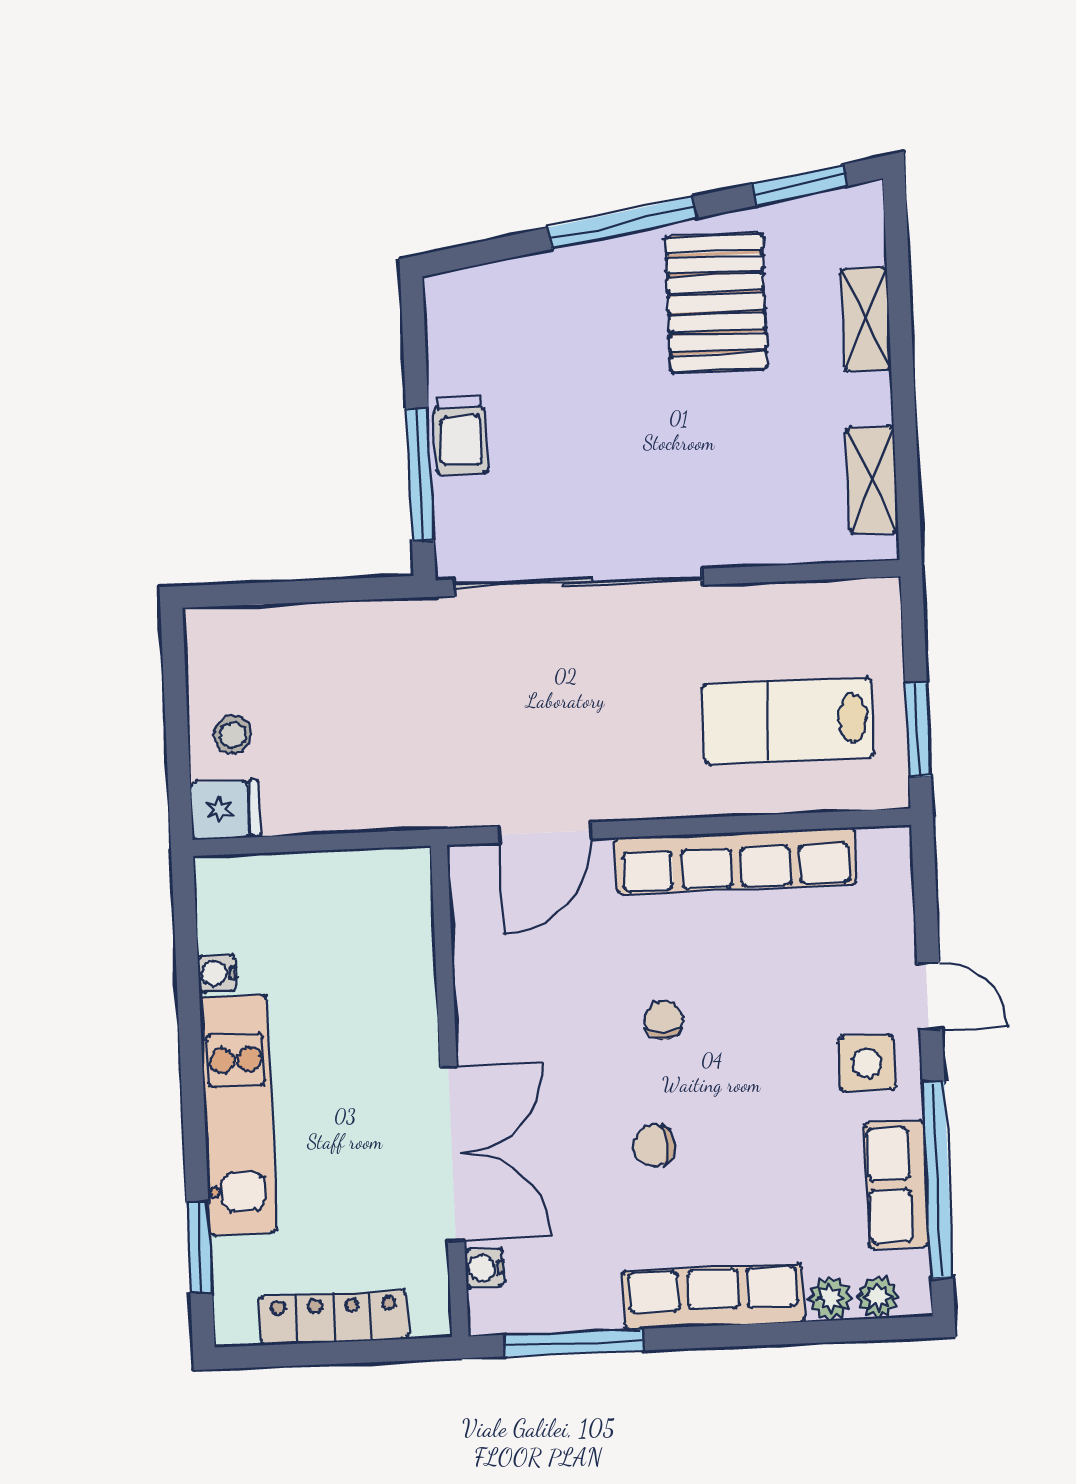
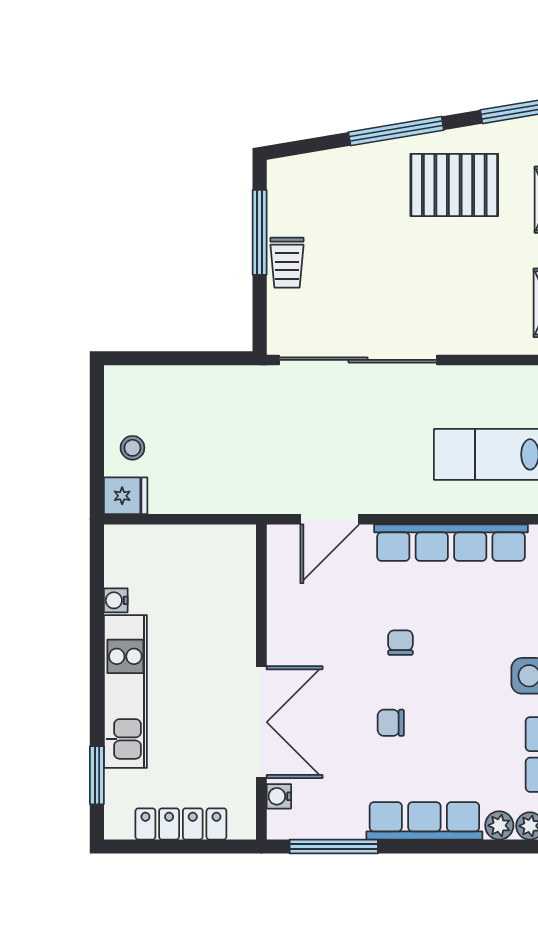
pallet: (716, 303) -> (454, 185), turned 90
window: (420, 474) -> (260, 232), moved

